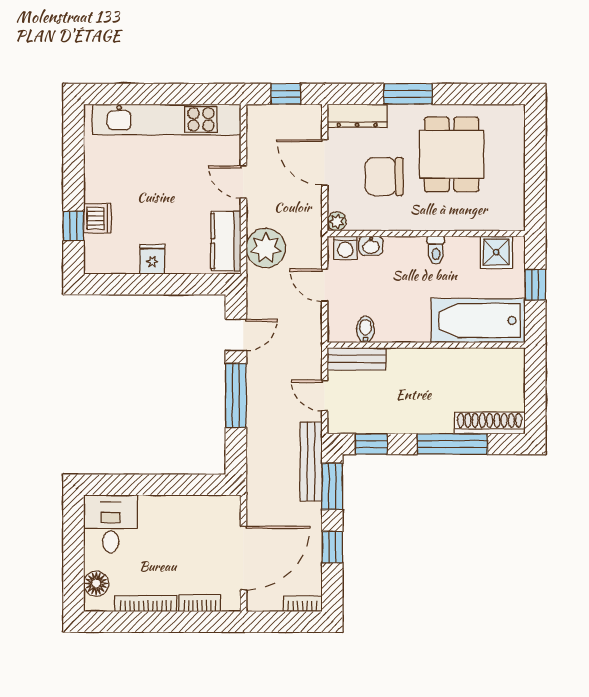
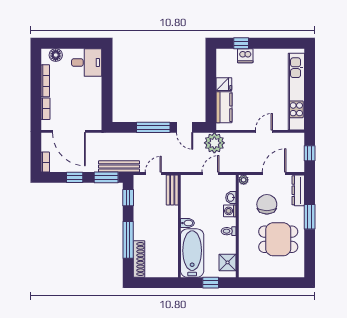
kitchen counter: (226, 241) -> (224, 107), moved, turned 90
plant: (266, 248) -> (214, 143), moved
washing machine: (345, 248) -> (230, 211), moved
bidet: (365, 329) -> (187, 223), moved

